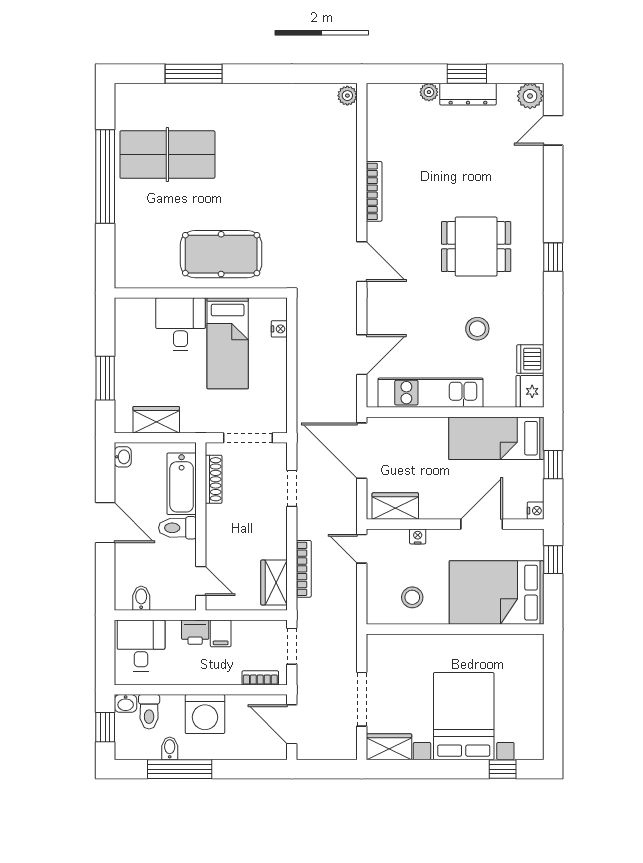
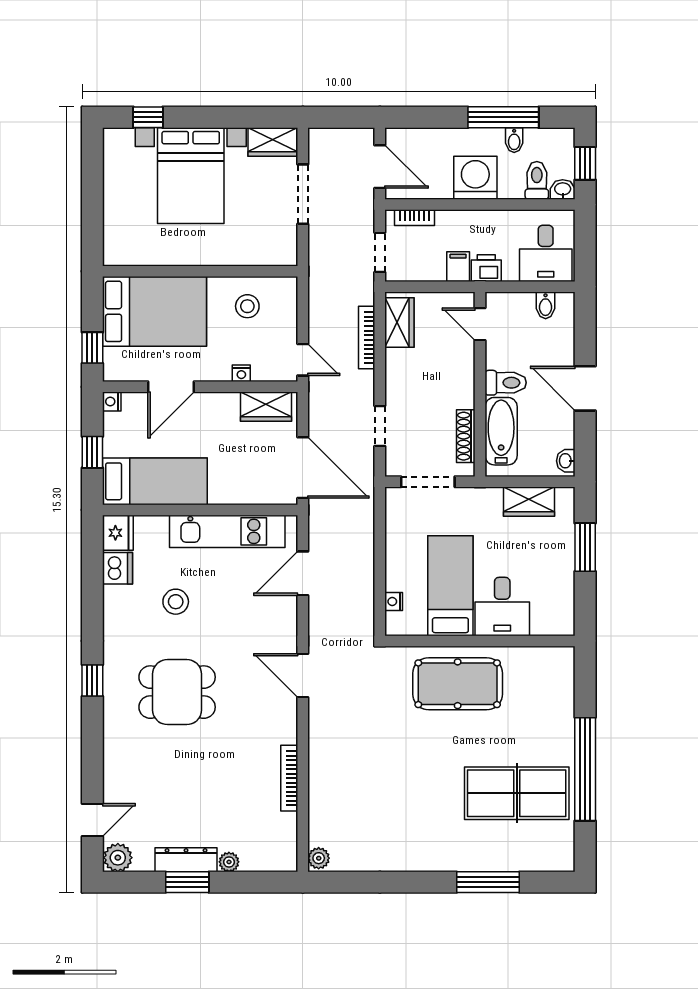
bookcase: (374, 191) -> (289, 778), moved

